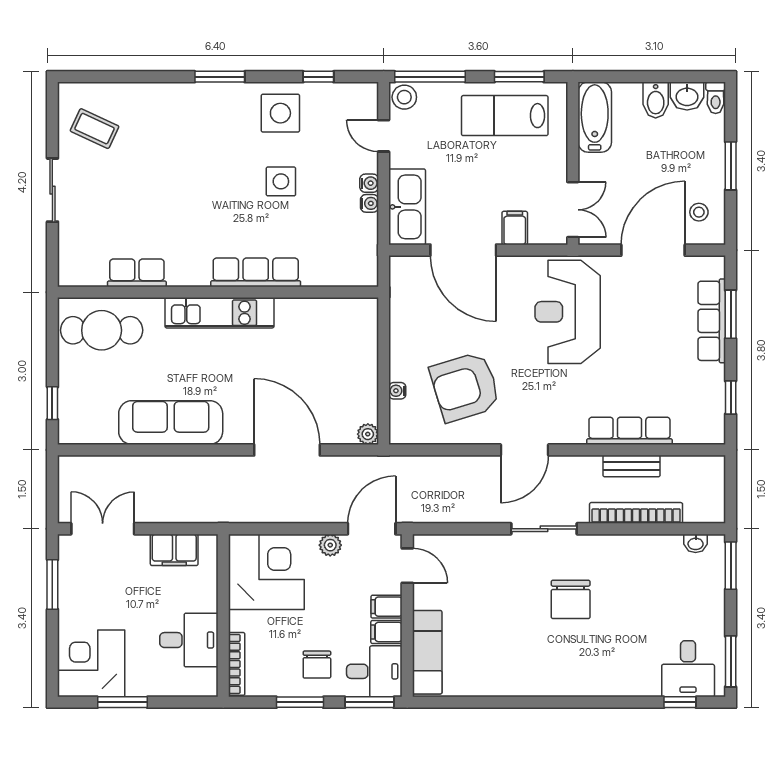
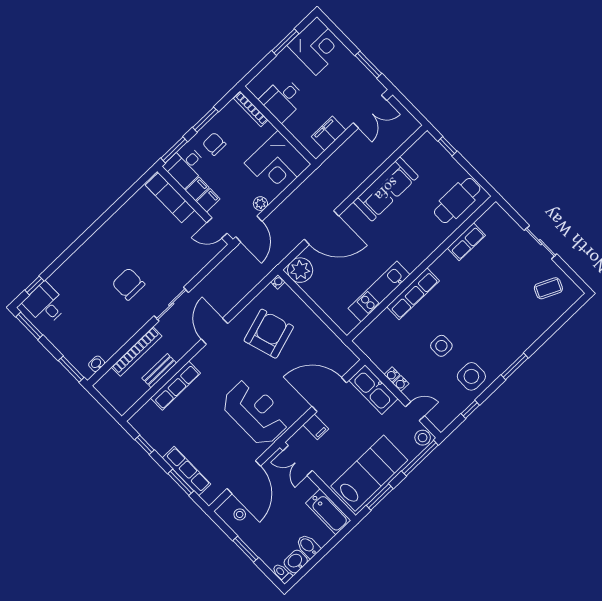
lab bench: (505, 116) -> (369, 473), width x1.36, depth x1.39
kitchen unit: (220, 313) -> (379, 292), moved
water cooler: (397, 391) -> (278, 282), moved
plant: (368, 434) -> (300, 270), width x1.88, depth x1.88

